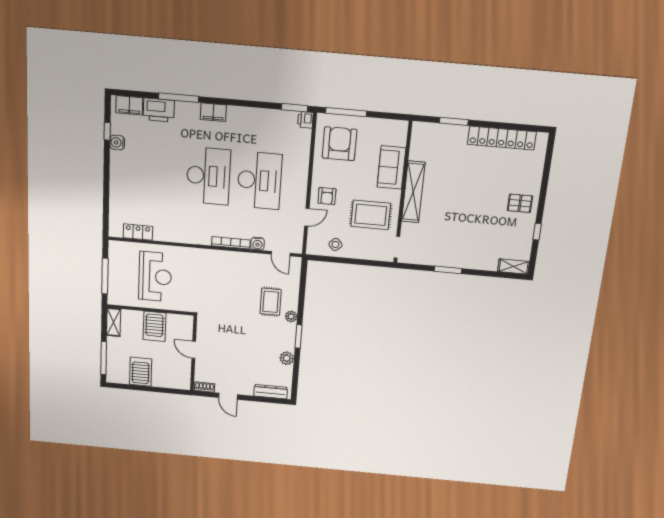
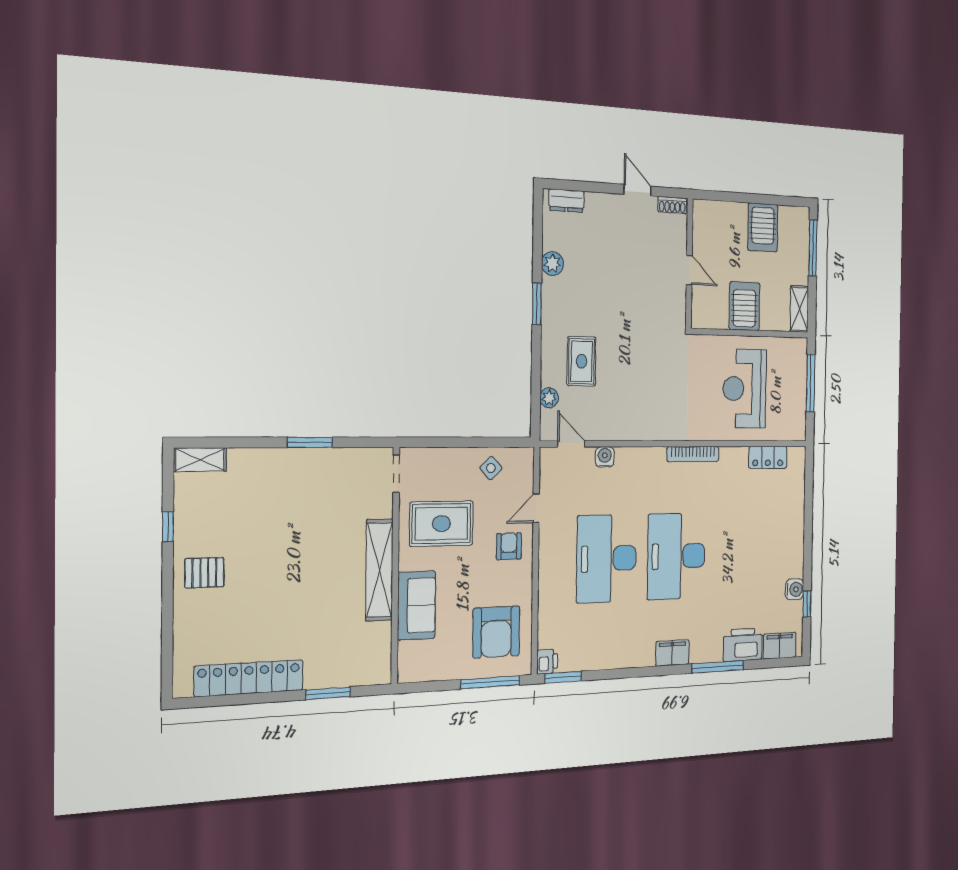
bookcase: (231, 243) -> (693, 454), moved
plant: (291, 316) -> (549, 398), moved
dresser: (271, 392) -> (566, 201), width x0.70

